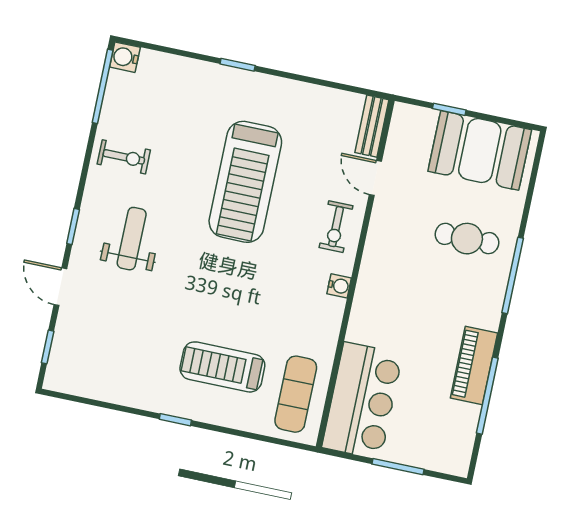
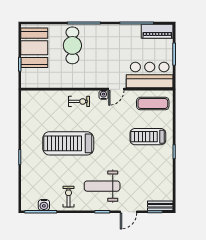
water cooler: (125, 57) -> (44, 205), moved
bench: (372, 126) -> (160, 206), moved
door: (375, 178) -> (116, 89), moved
treadmill: (245, 182) -> (68, 143), turned 180
weight bench: (132, 239) -> (102, 186), width x1.36, depth x1.33
cafe table: (467, 239) -> (72, 45), width x1.37, depth x1.35
piano: (474, 366) -> (157, 31), moved
treadmill: (222, 367) -> (148, 137), turned 90

